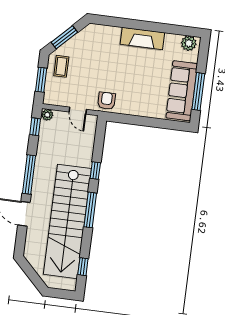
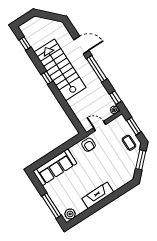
sofa: (182, 91) -> (55, 167), moved, turned 90
window: (198, 92) -> (51, 206), moved
window: (95, 170) -> (62, 102), removed
window: (90, 210) -> (47, 78), width x0.46
stairs: (67, 221) -> (60, 70), width x0.73

